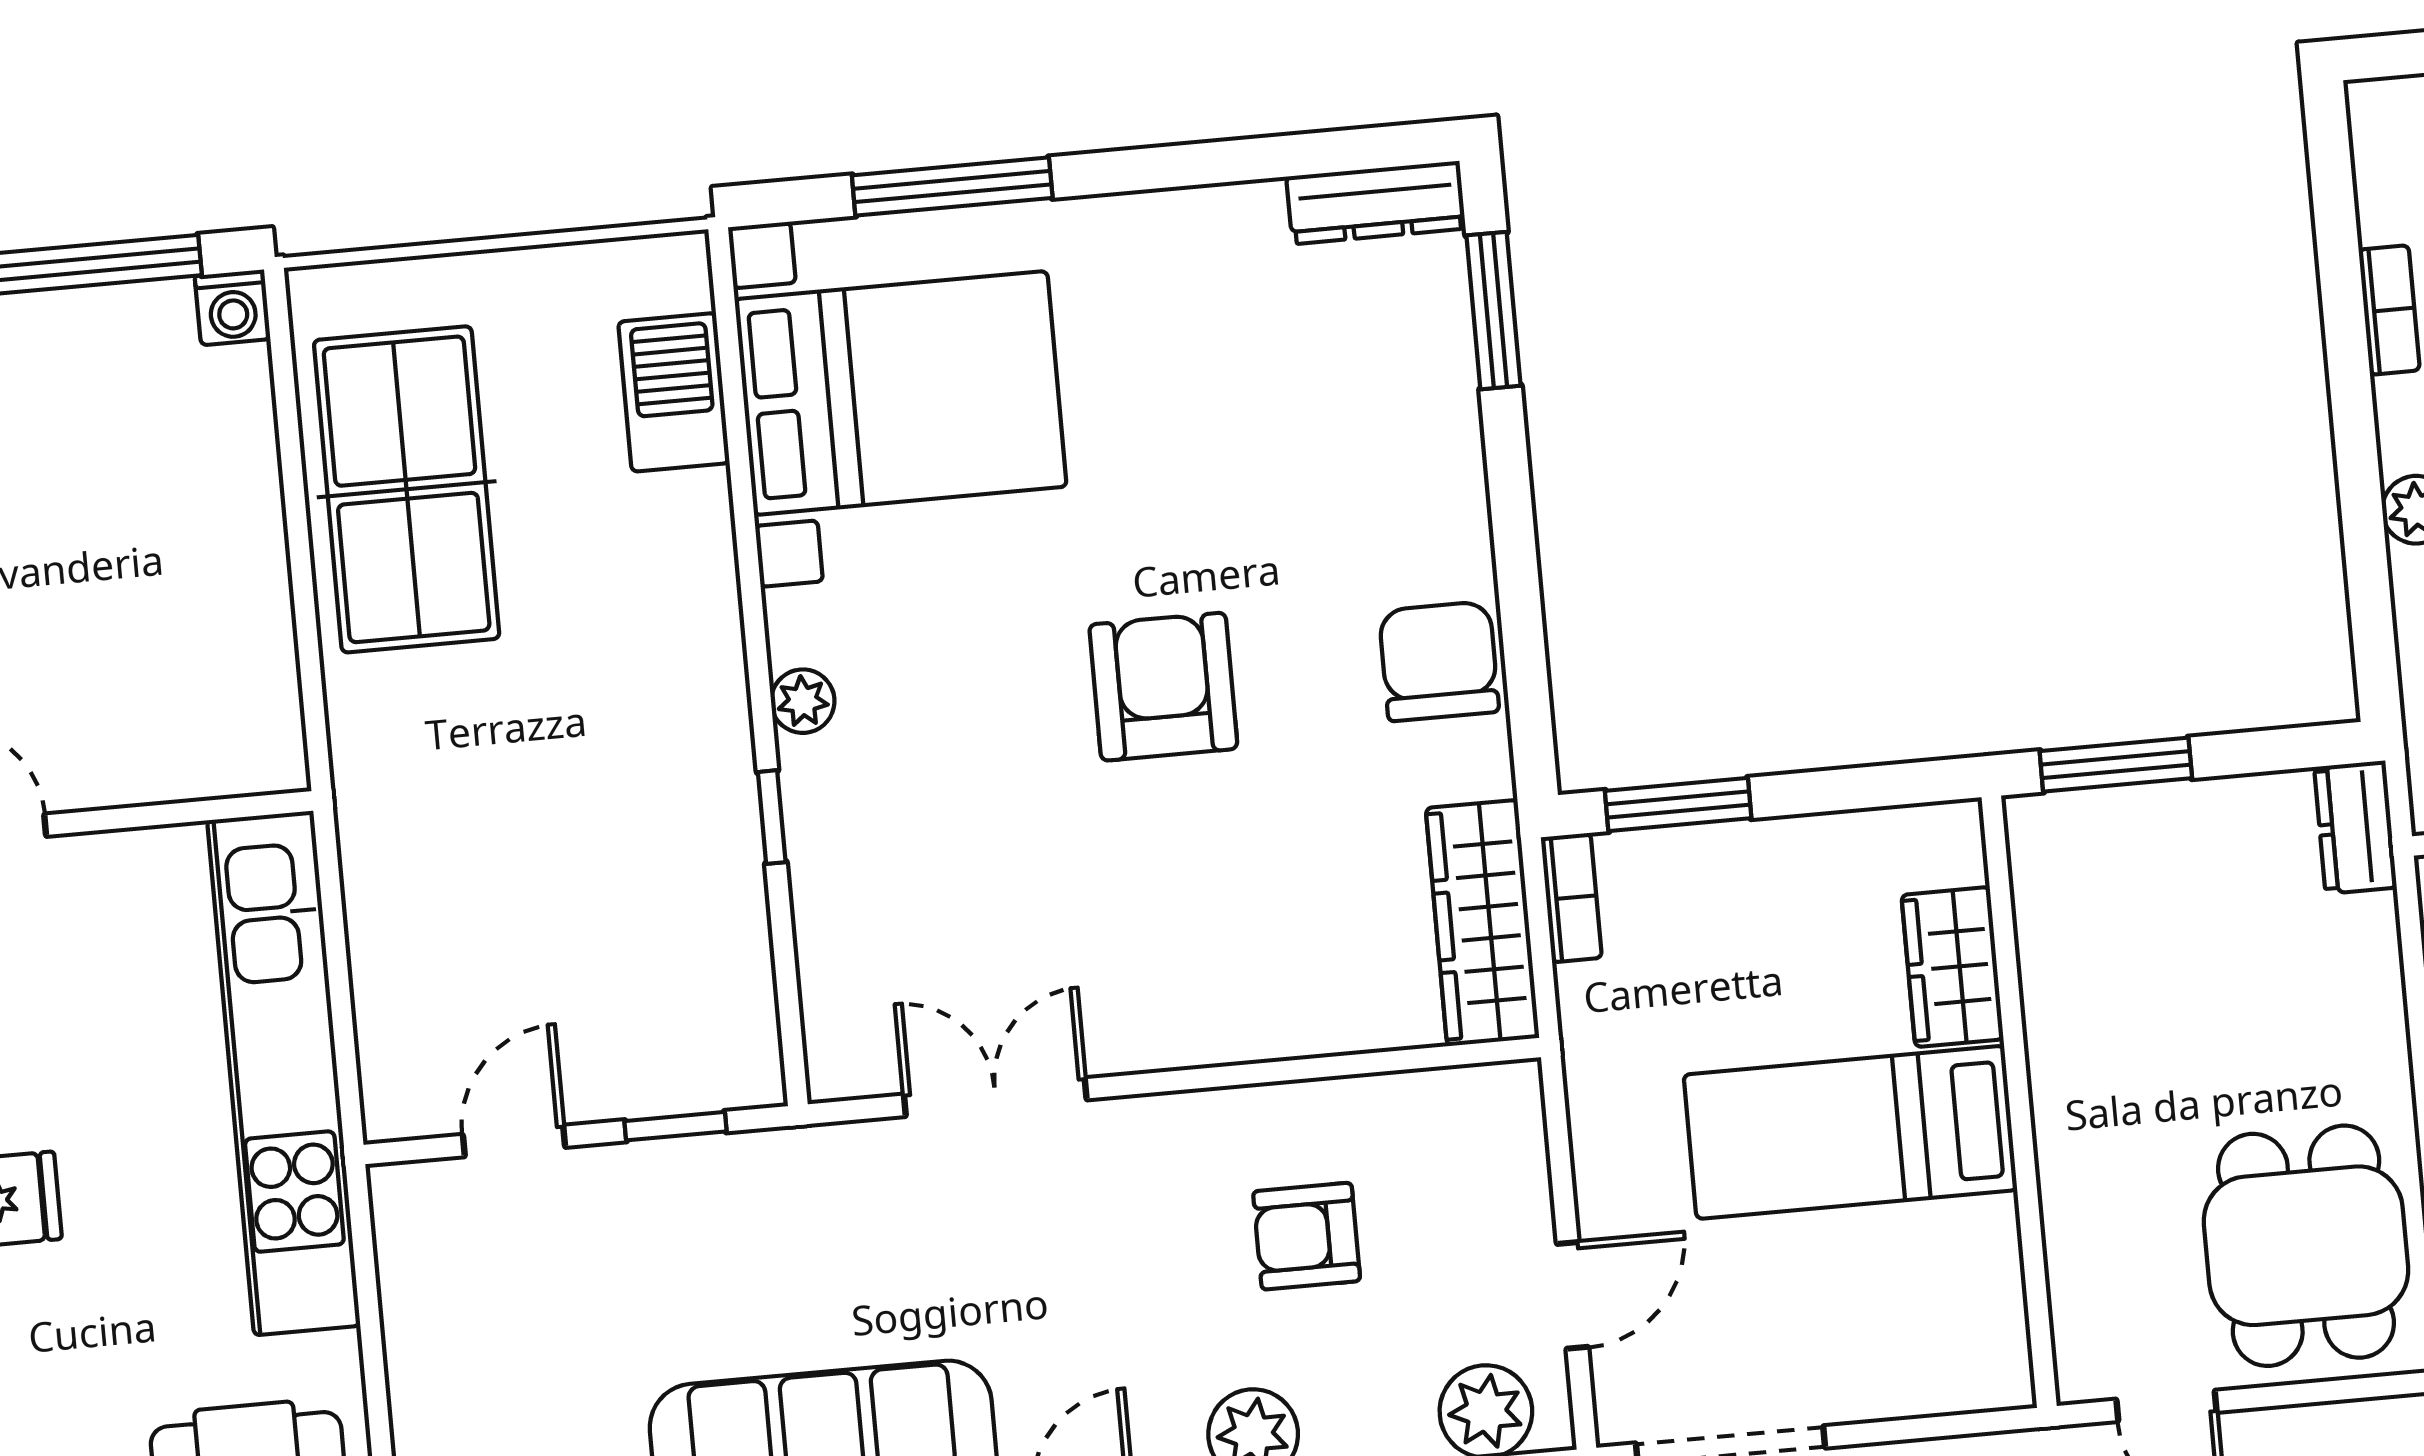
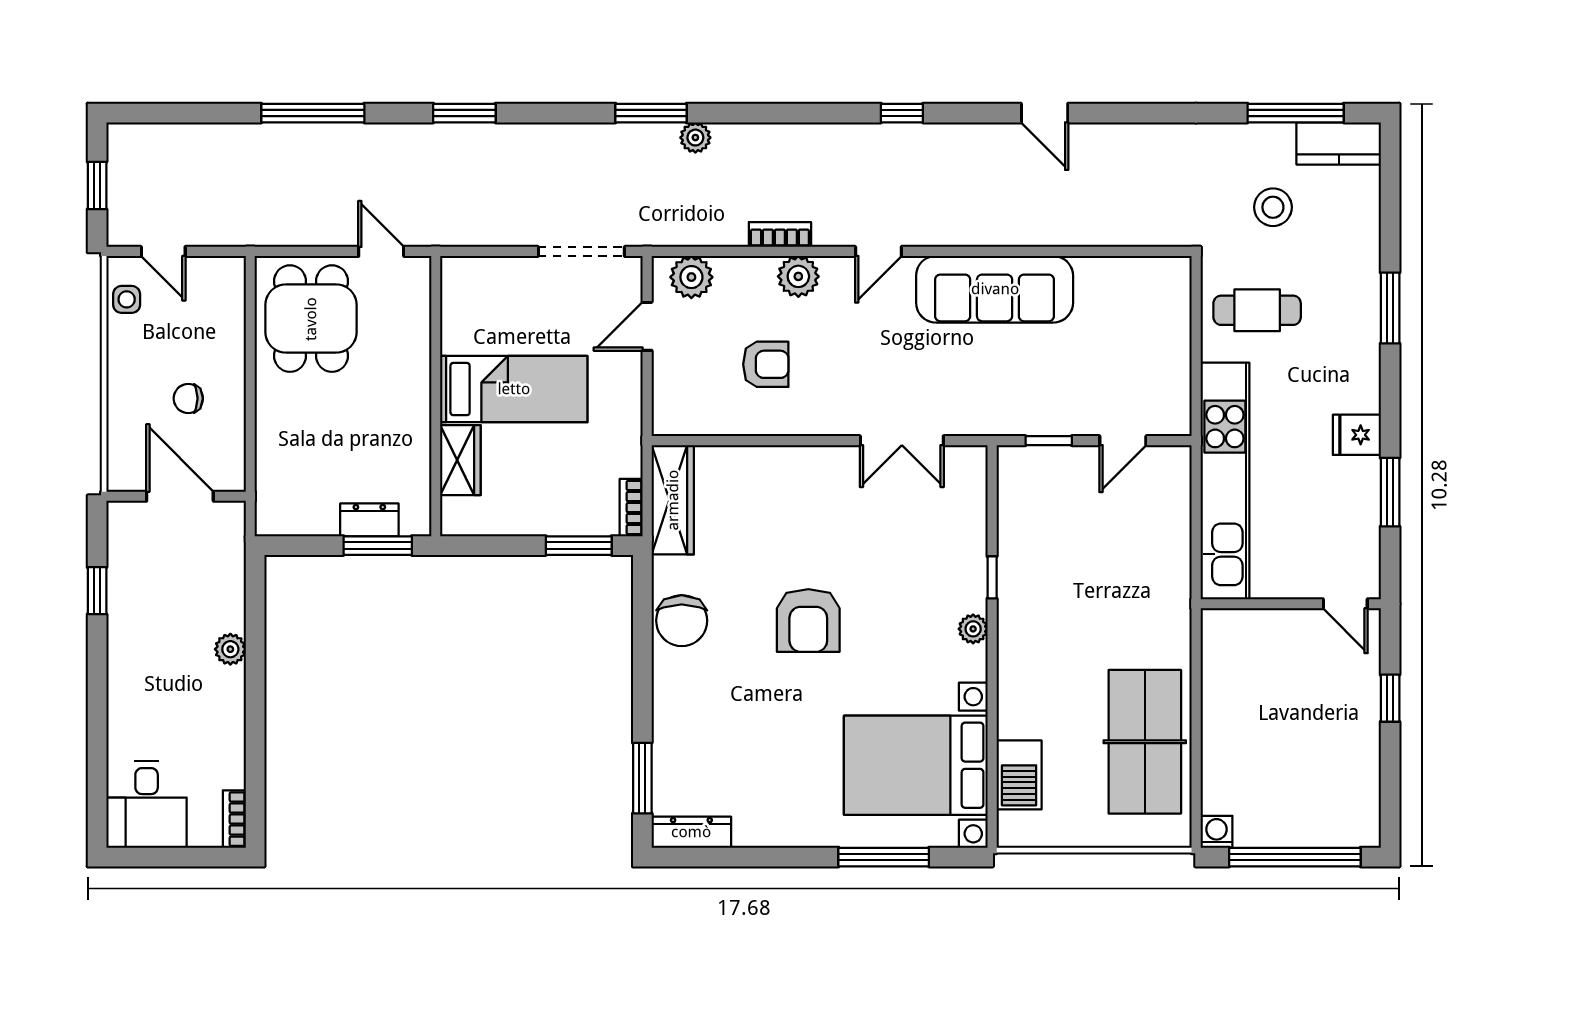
bookcase: (2389, 310) -> (234, 819), moved
dresser: (2355, 827) -> (369, 520), moved, turned -90

